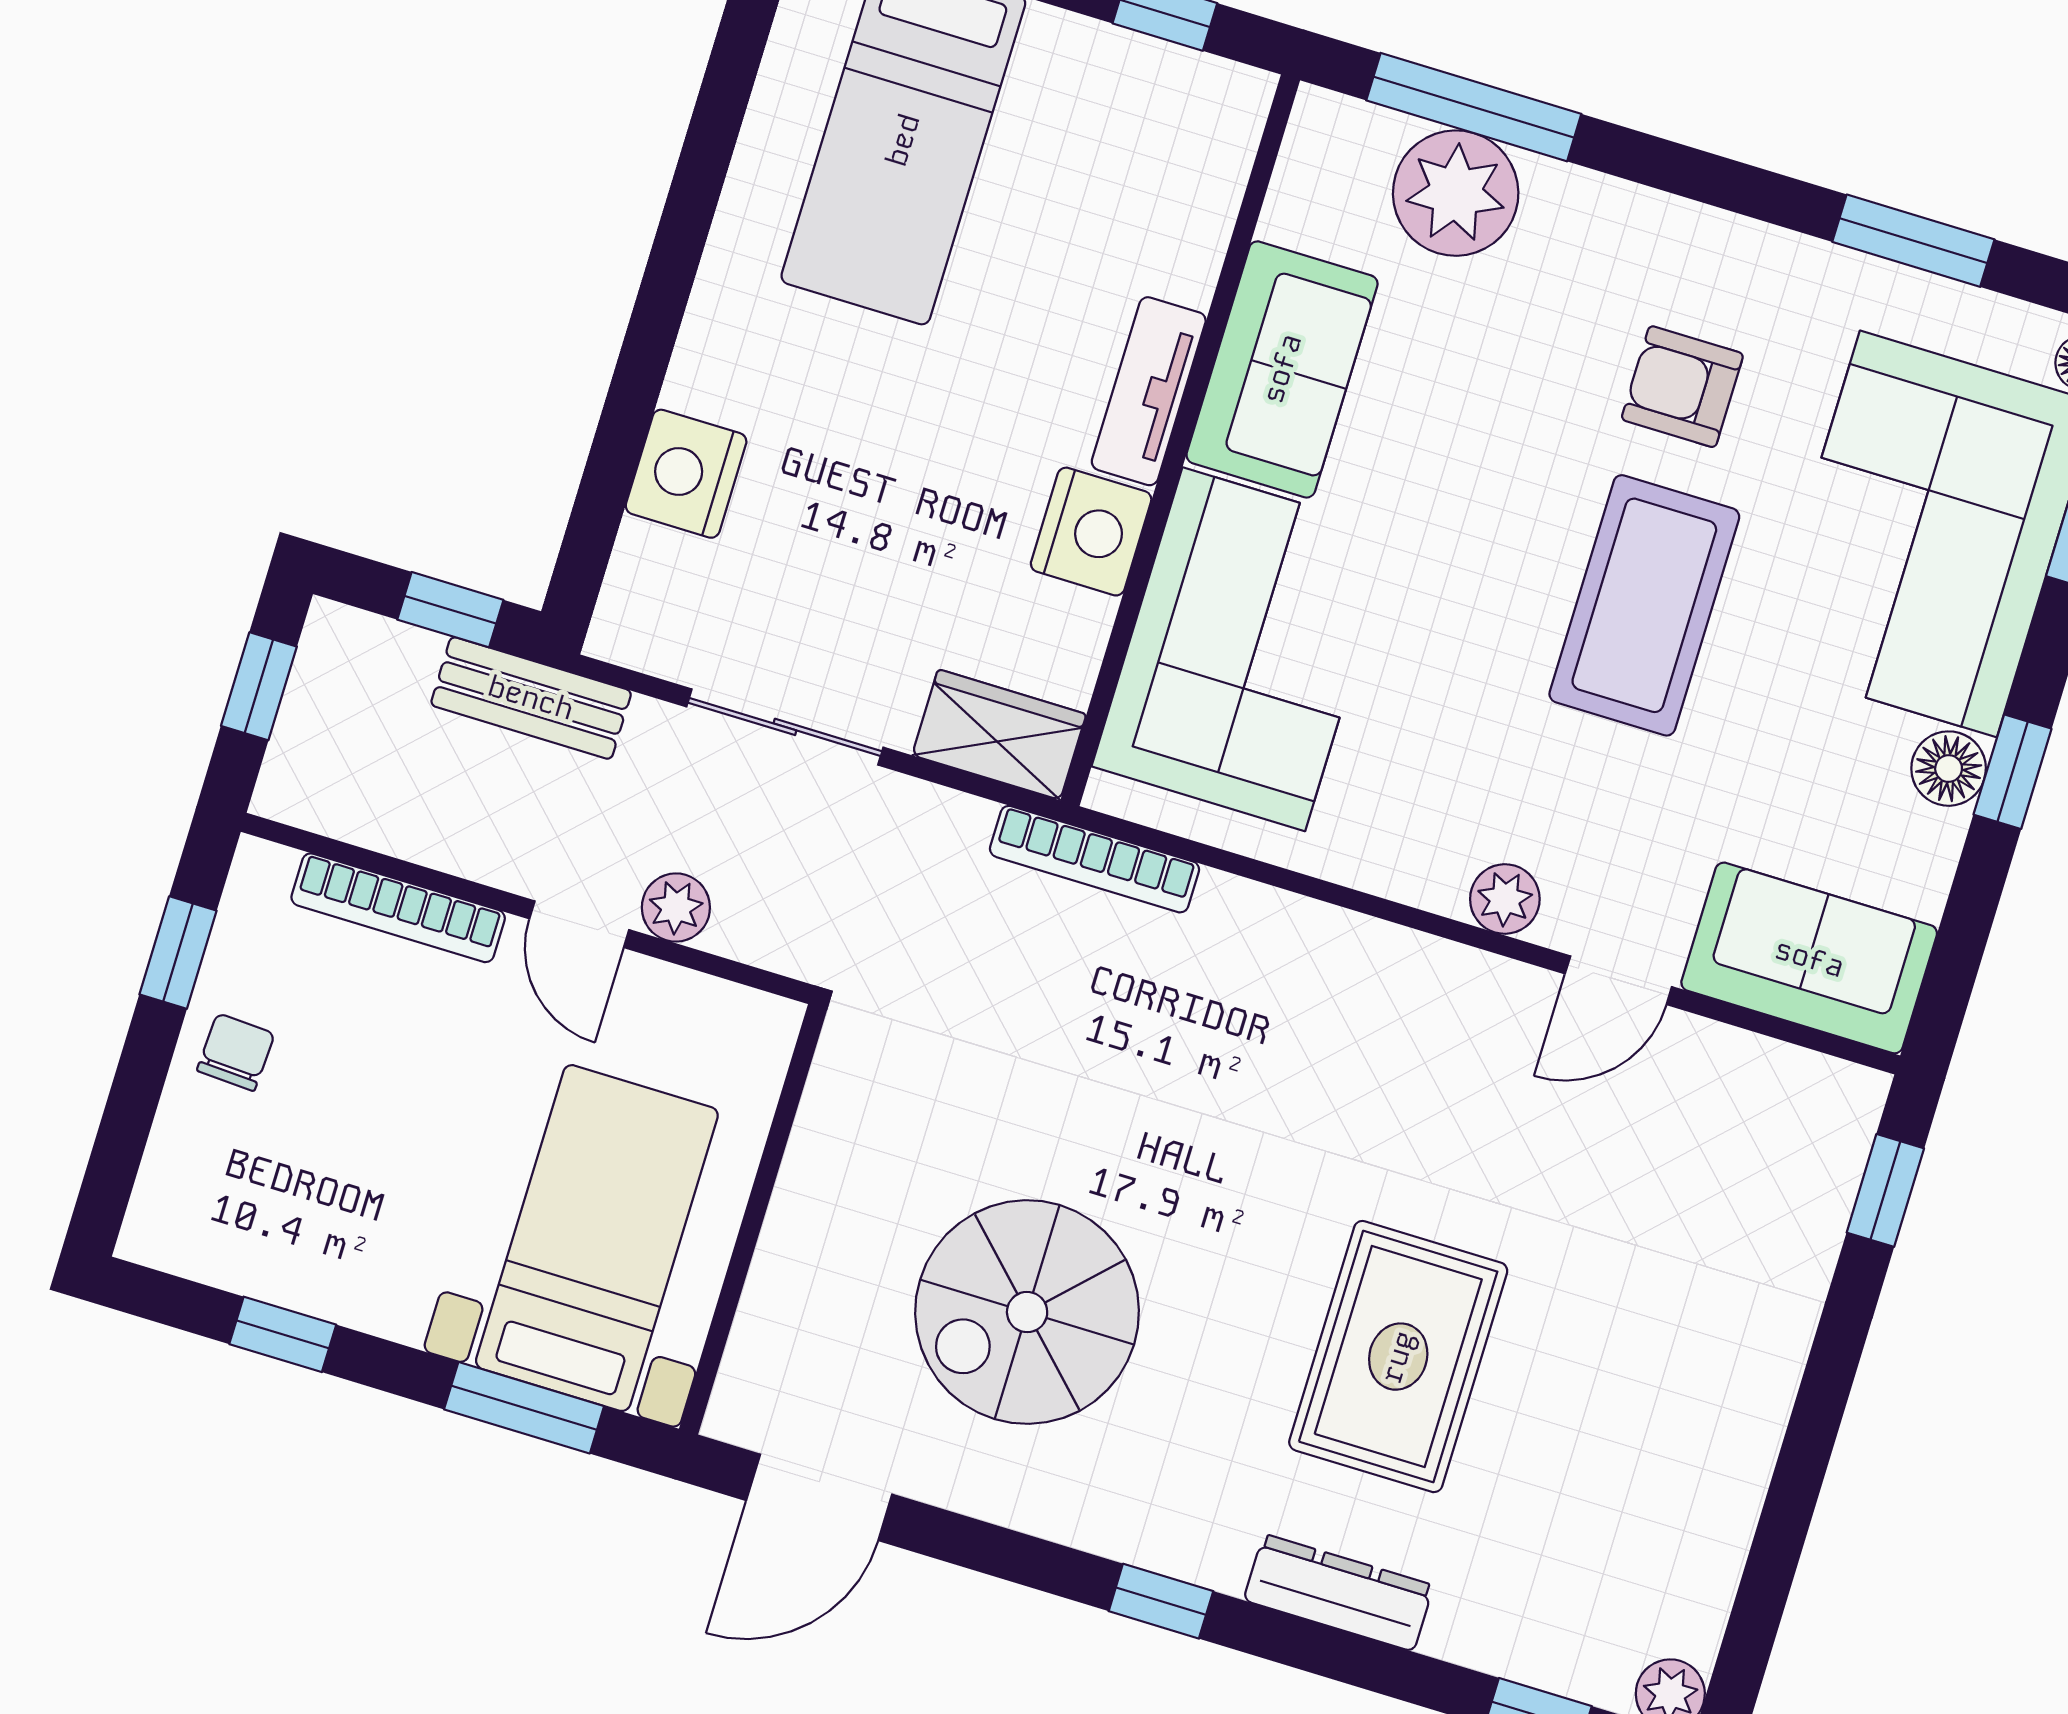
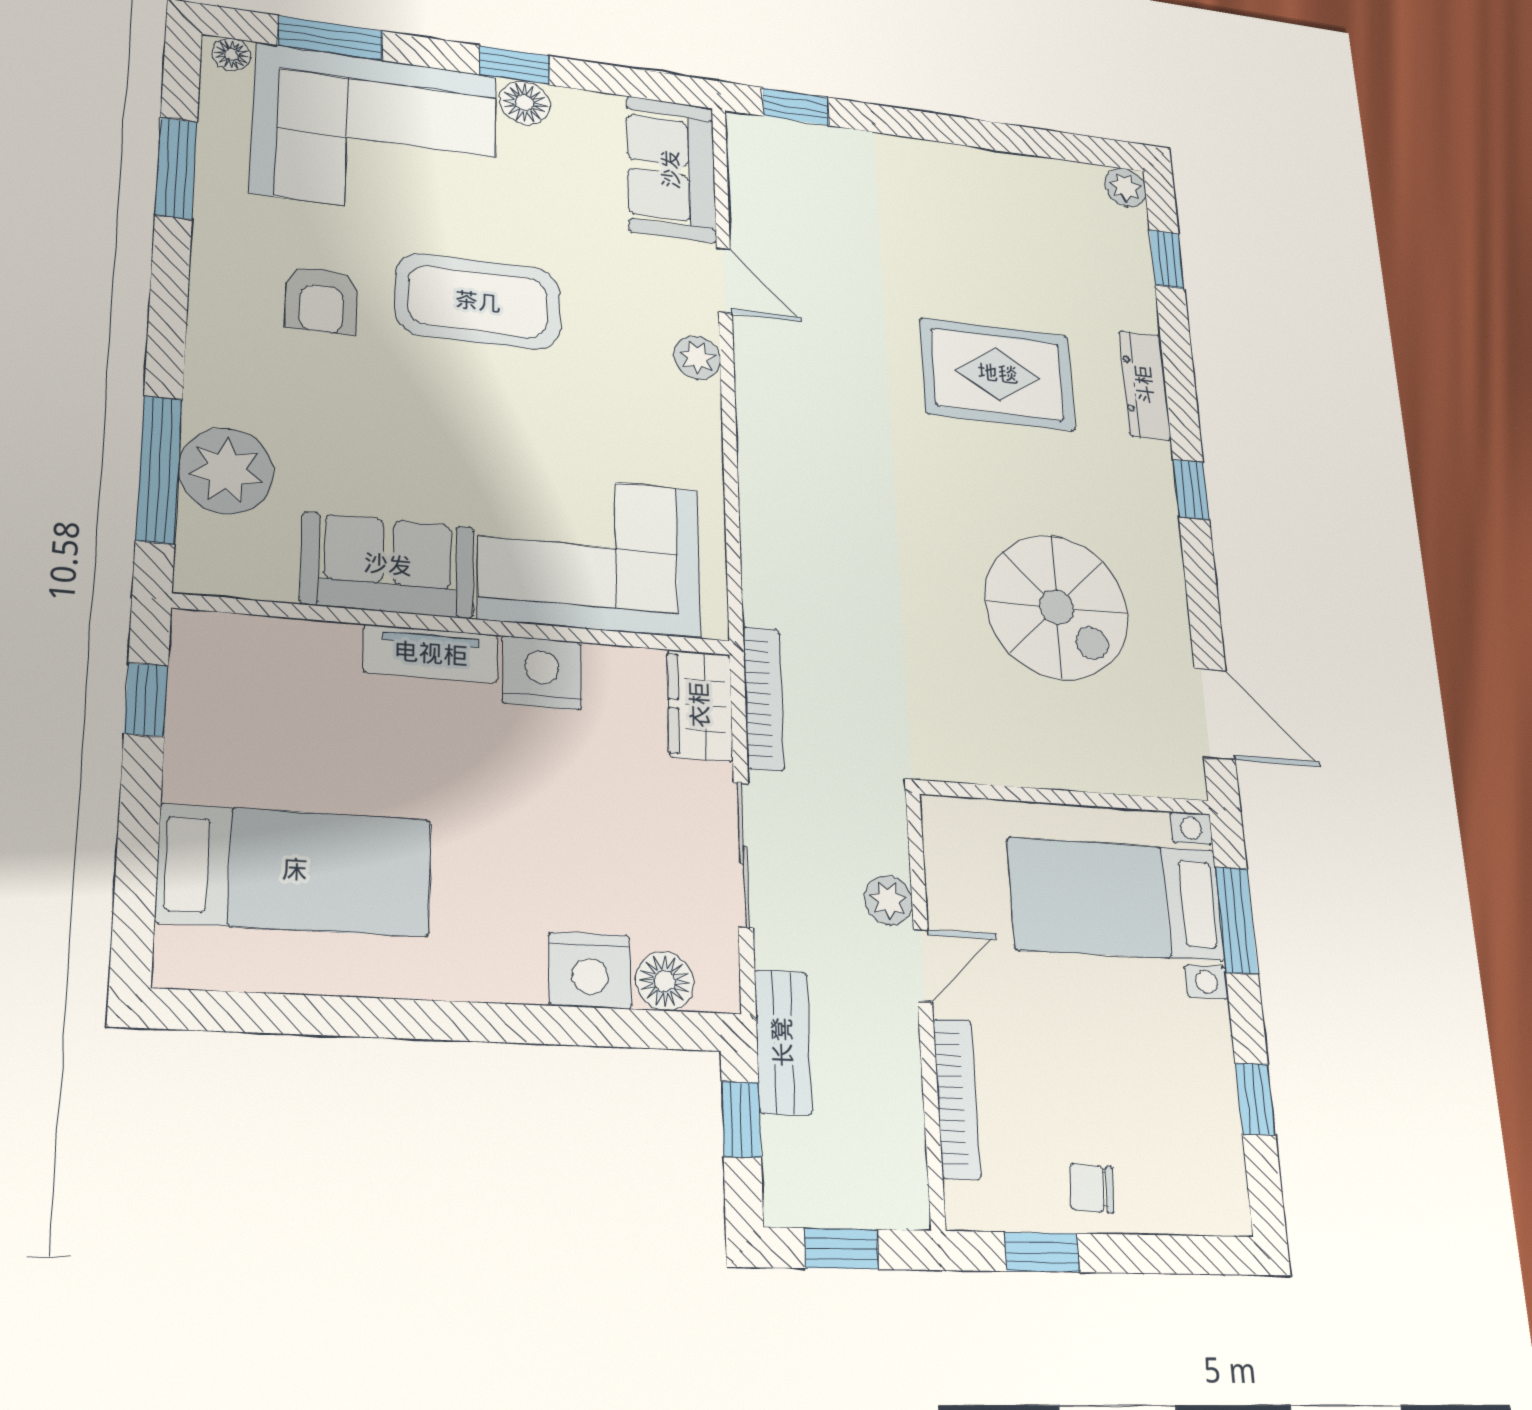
floor lamp: (648, 567) -> (665, 981), added
bookcase: (1094, 859) -> (763, 699), moved

